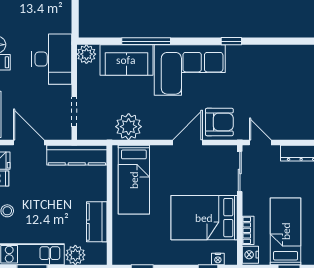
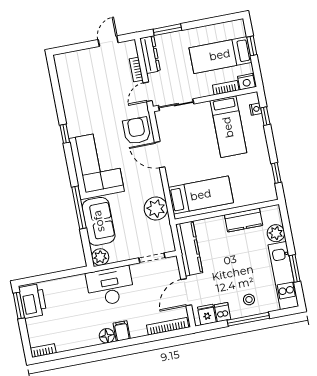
bookcase: (288, 134) -> (136, 70), added
bed: (204, 218) -> (228, 127), width x0.67

